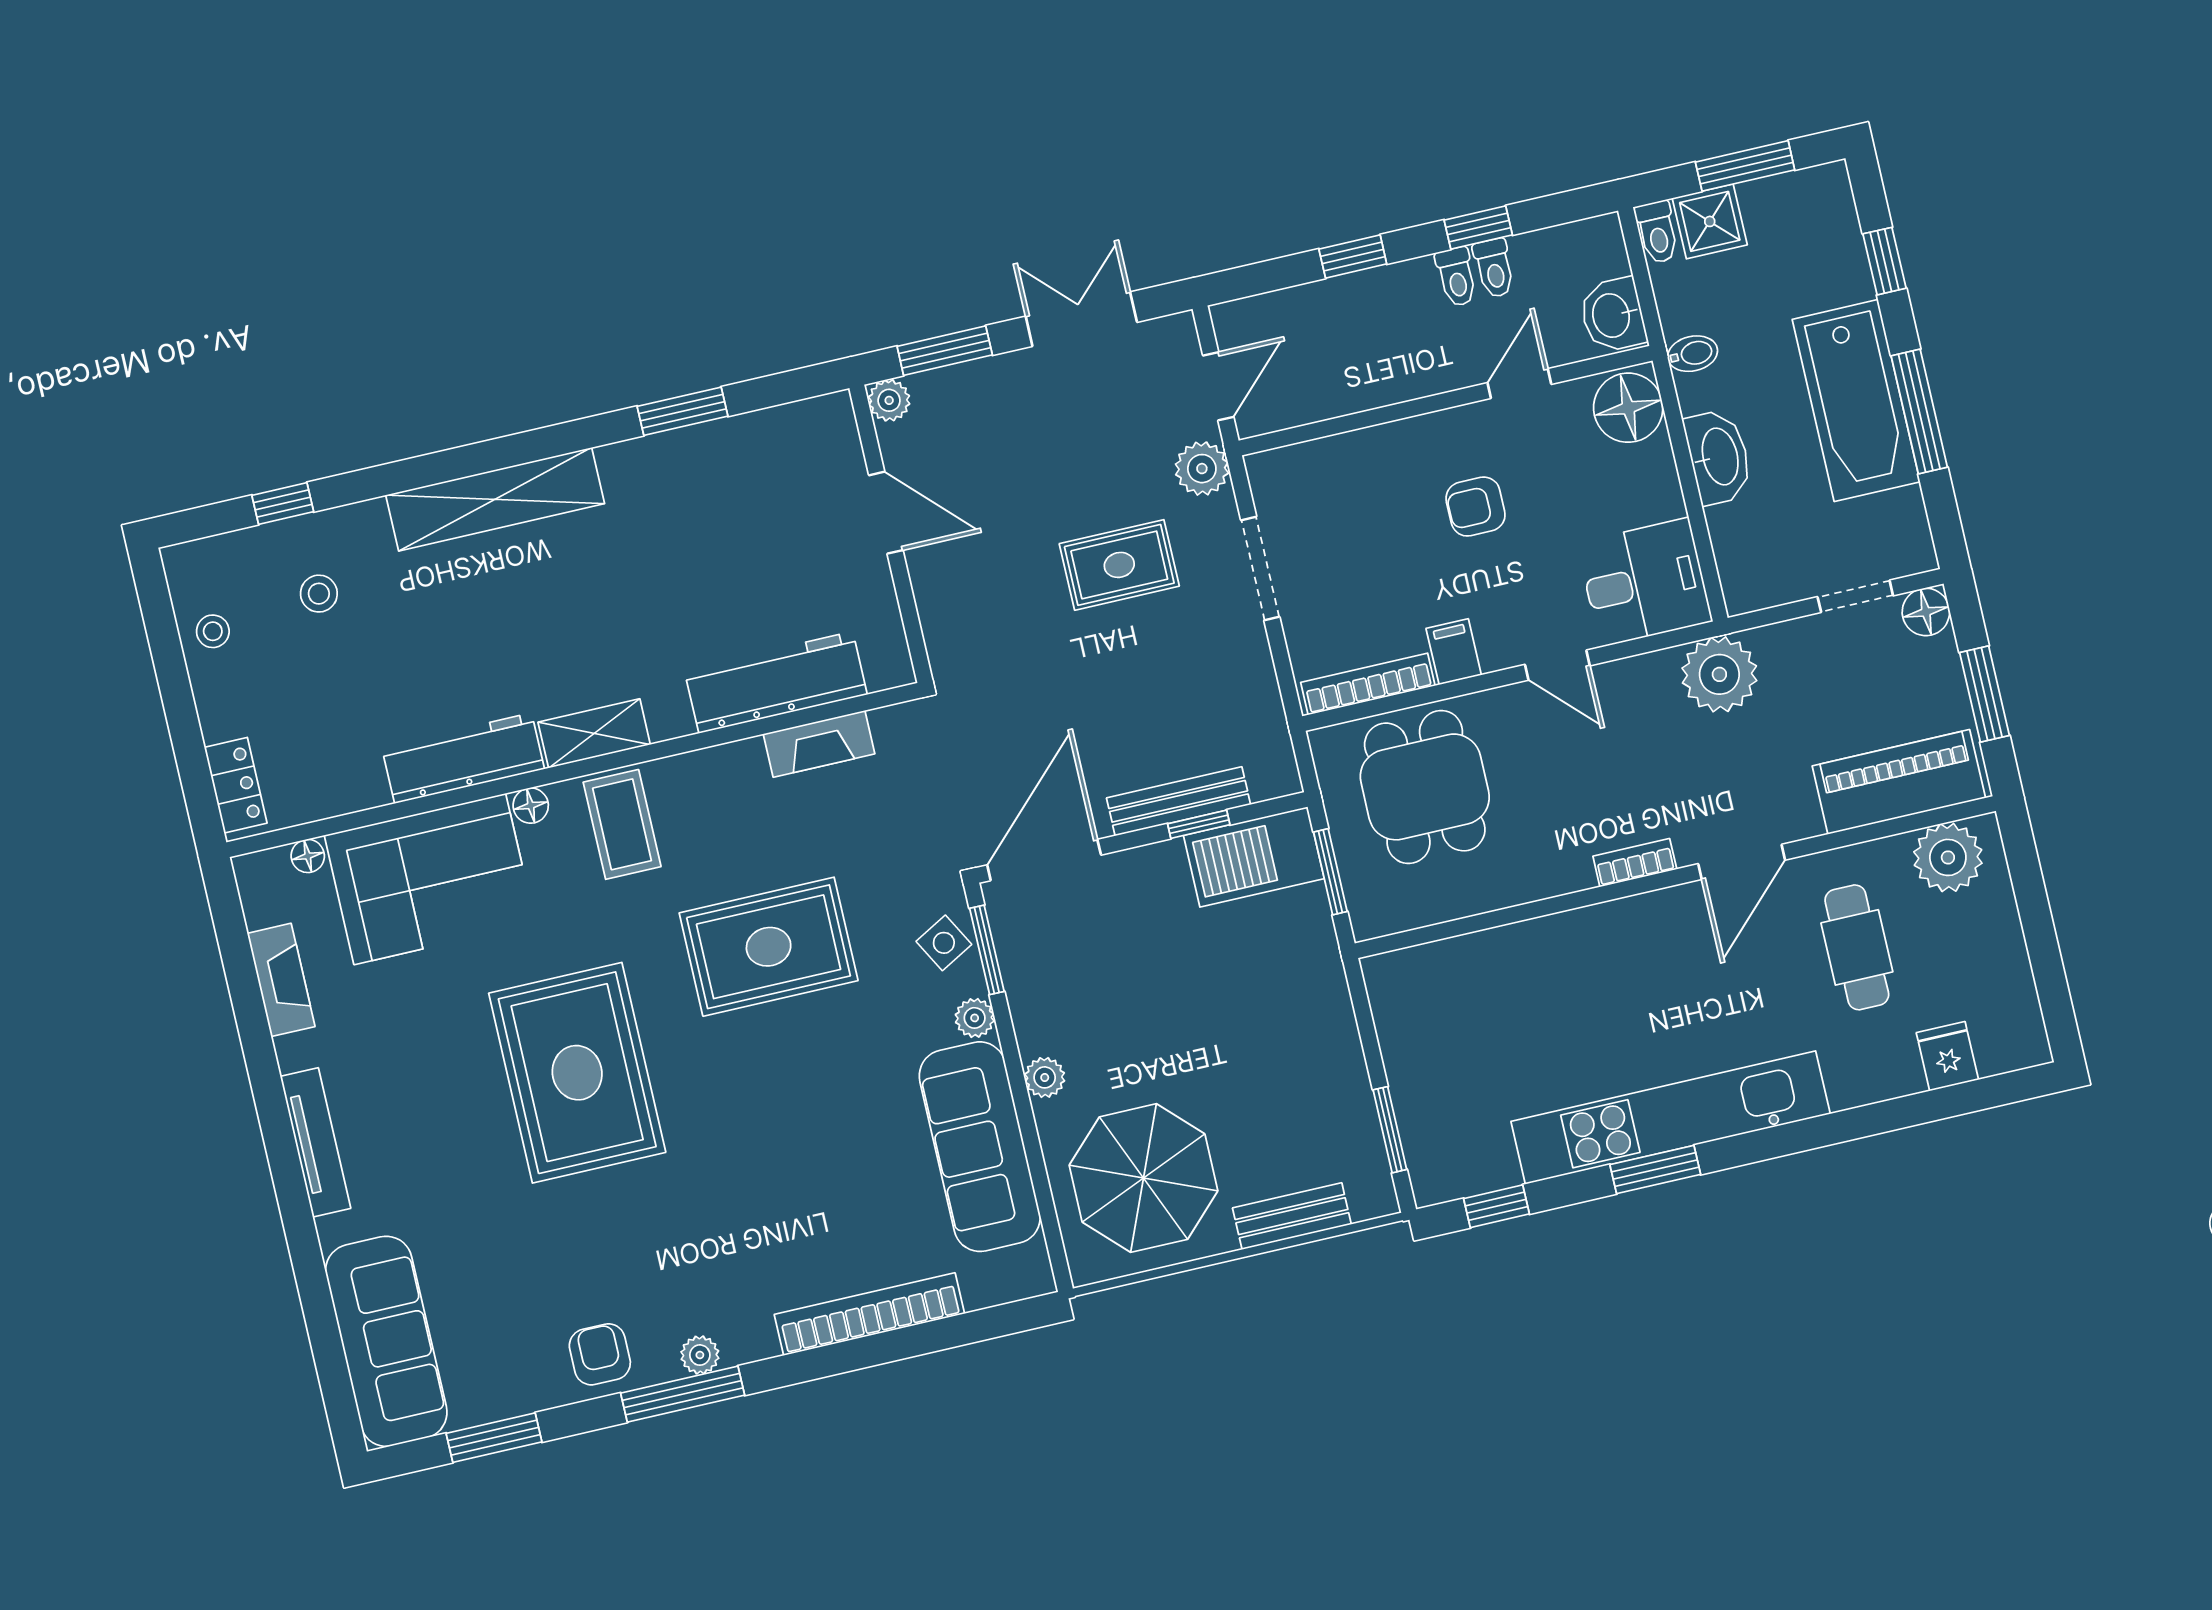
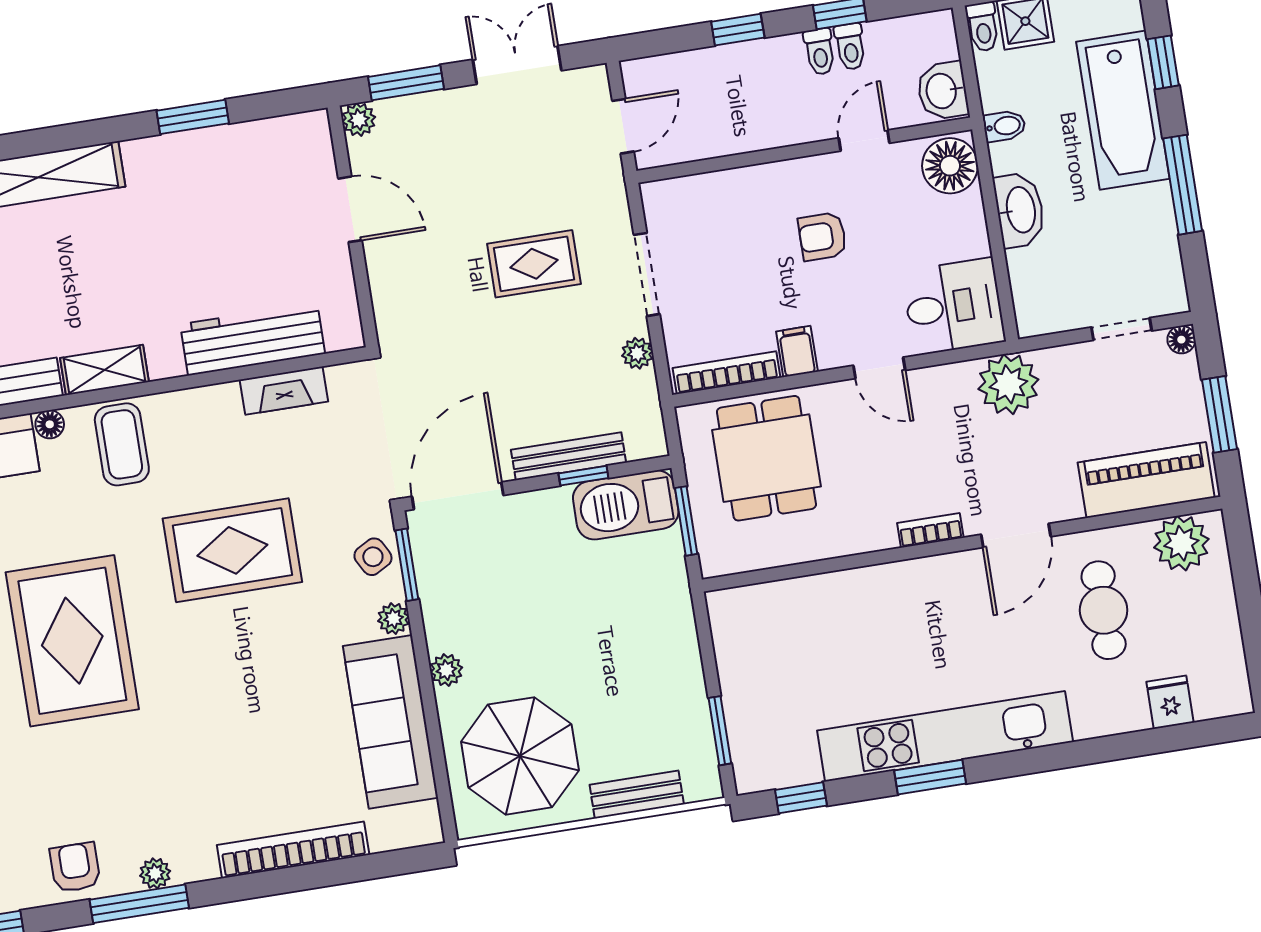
bathtub: (1856, 401) -> (1123, 110), moved
plant: (1202, 469) -> (637, 353), moved, width x0.73, depth x0.73
floor lamp: (1926, 612) -> (1181, 340), width x0.73, depth x0.73

